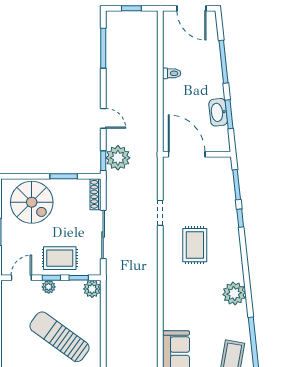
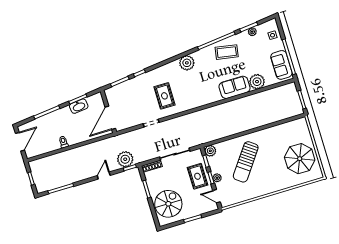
rug: (195, 245) -> (164, 96), turned 90

